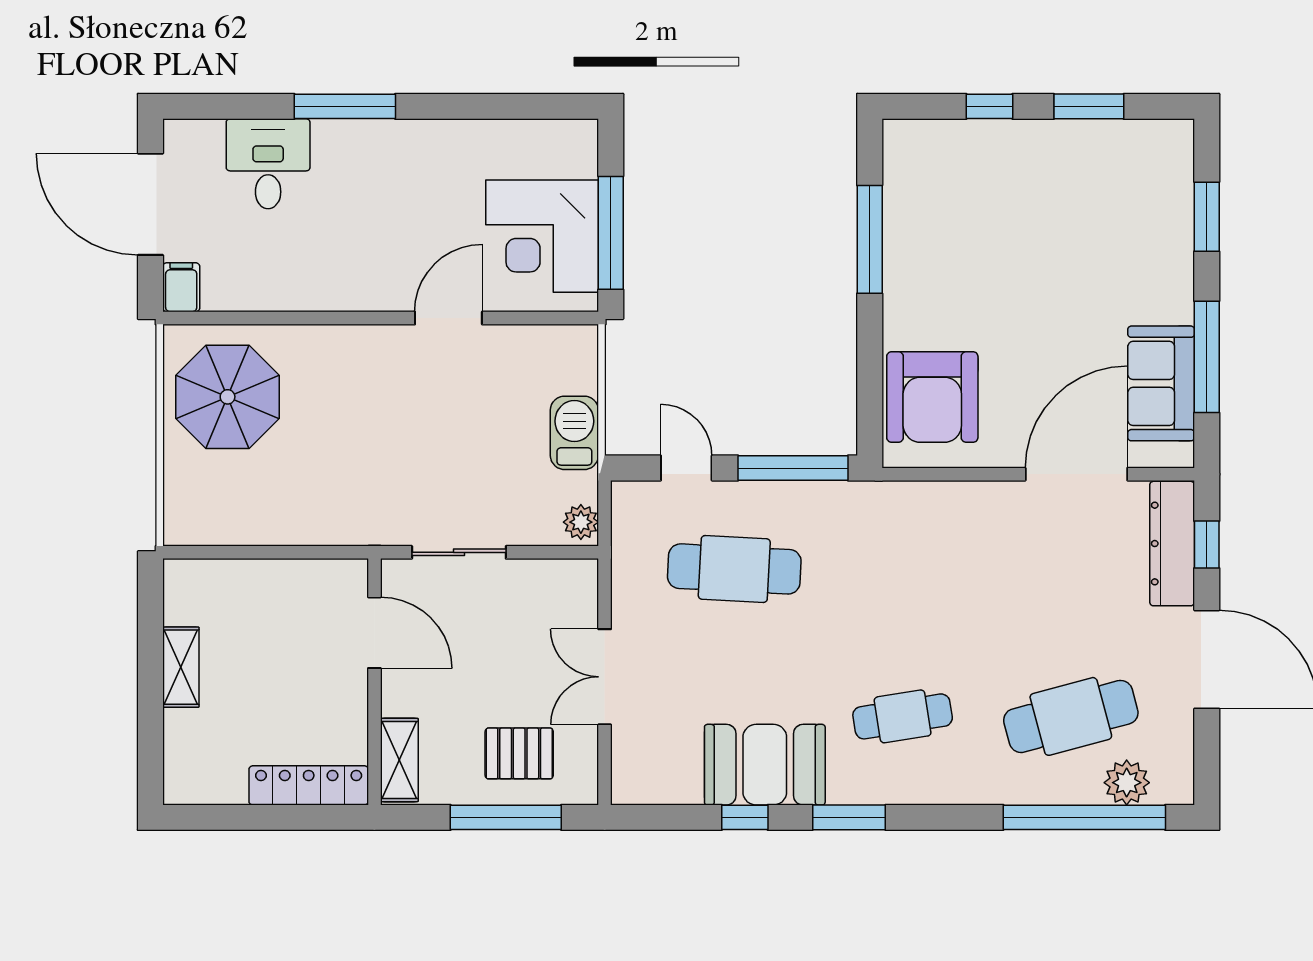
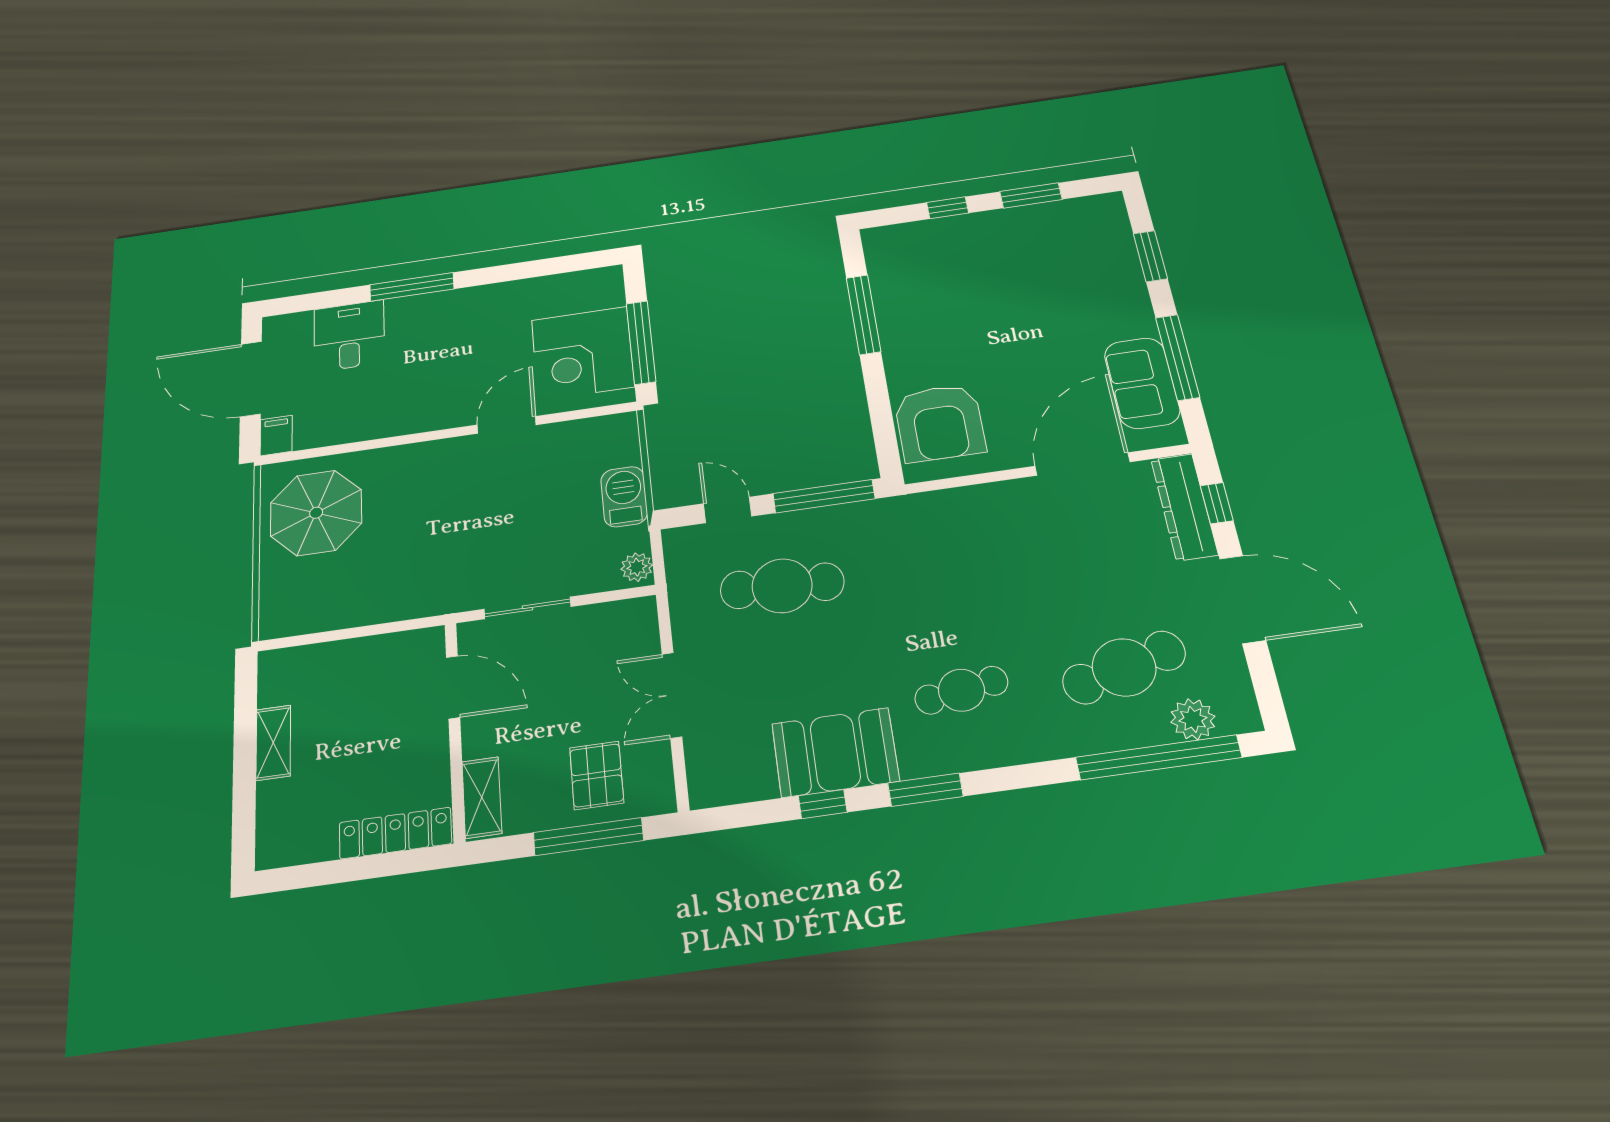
pallet: (519, 753) -> (597, 775), turned 90

